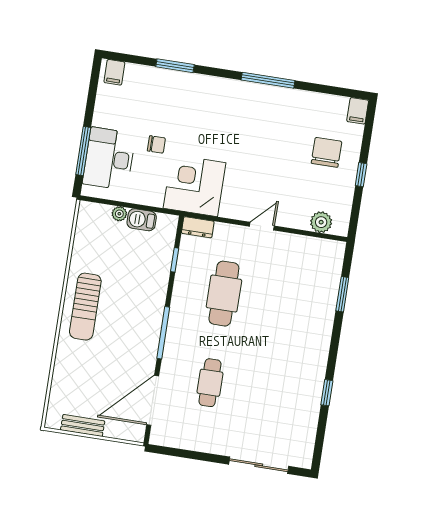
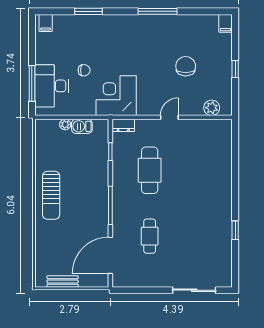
chair: (326, 152) -> (186, 66), moved
window: (342, 294) -> (235, 157), removed

